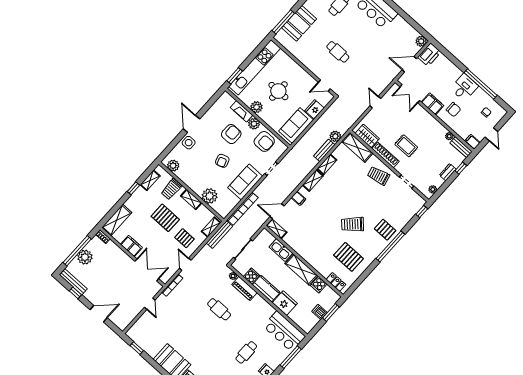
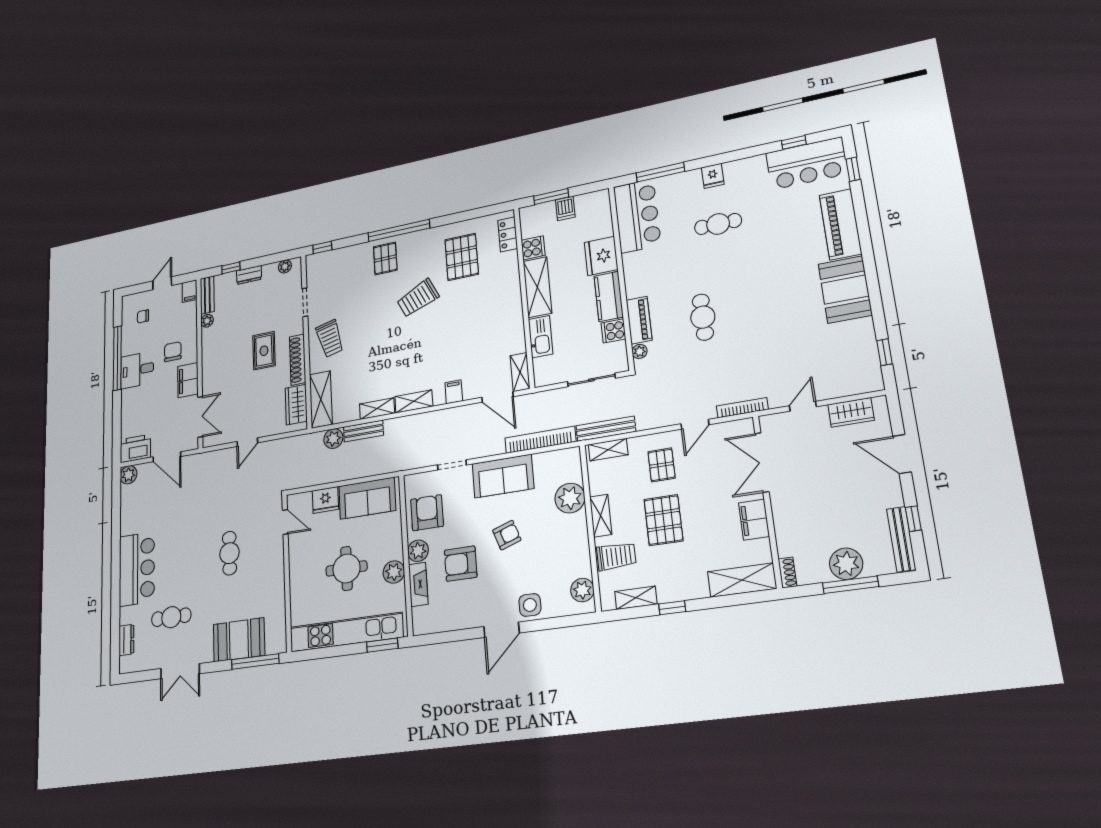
trolley: (353, 224) -> (418, 298), turned 109
window: (77, 251) -> (850, 585), width x0.68
wardrobe: (130, 315) -> (851, 412), added

